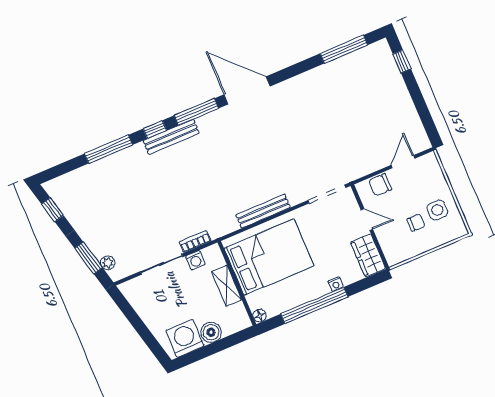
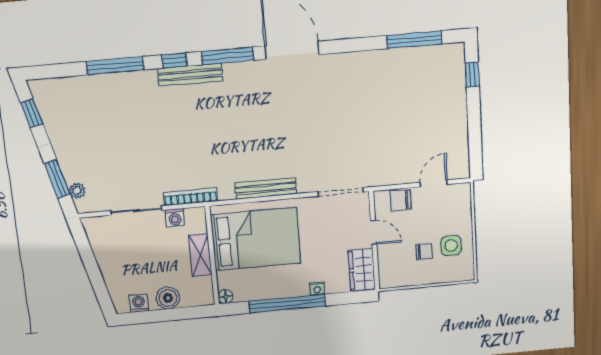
bookcase: (195, 241) -> (191, 197), width x1.56
washing machine: (185, 338) -> (139, 303), width x0.53, depth x0.53

